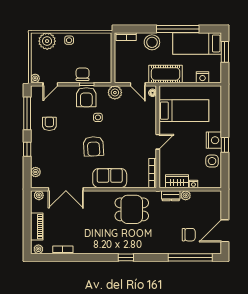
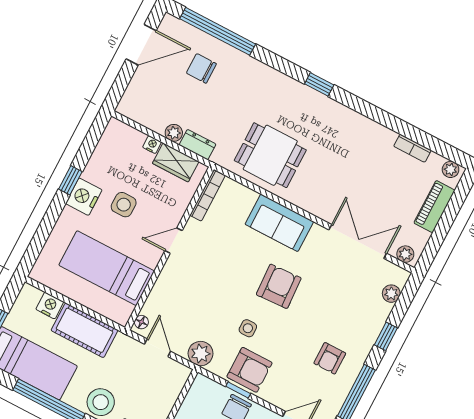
cot: (166, 74) -> (85, 330), moved
armchair: (86, 97) -> (249, 370), turned 90
side table: (212, 161) -> (124, 205), moved

